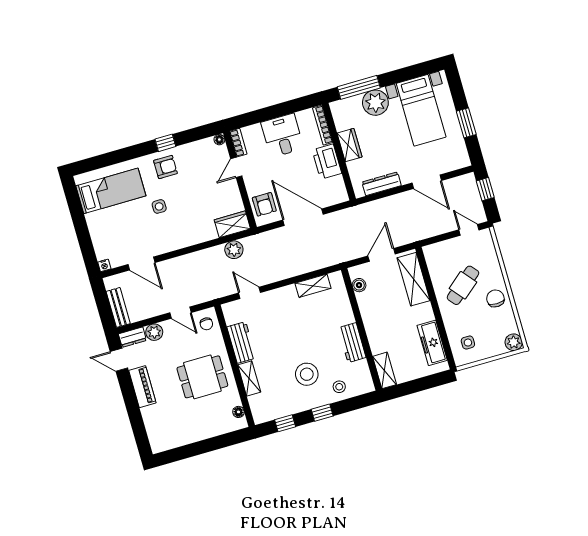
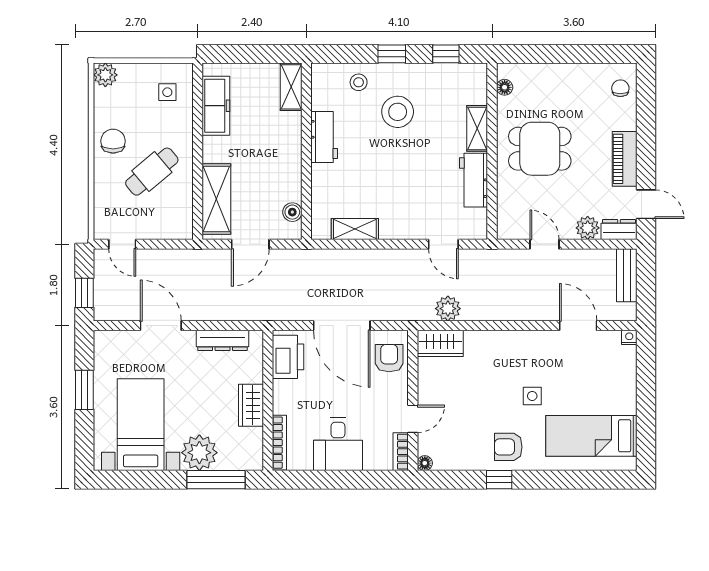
printer: (327, 162) -> (288, 357), moved
chair: (495, 298) -> (113, 141), turned 180
chair: (206, 324) -> (620, 88), moved

